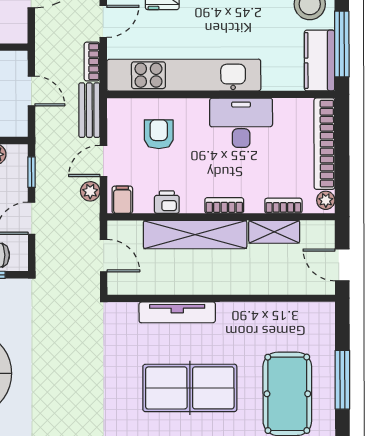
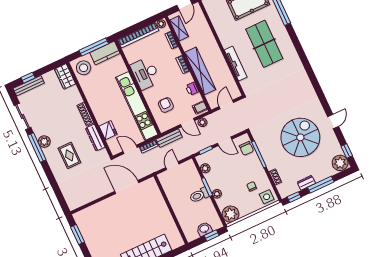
armchair: (159, 134) -> (166, 105), turned 90
shelving: (274, 232) -> (179, 28), moved

